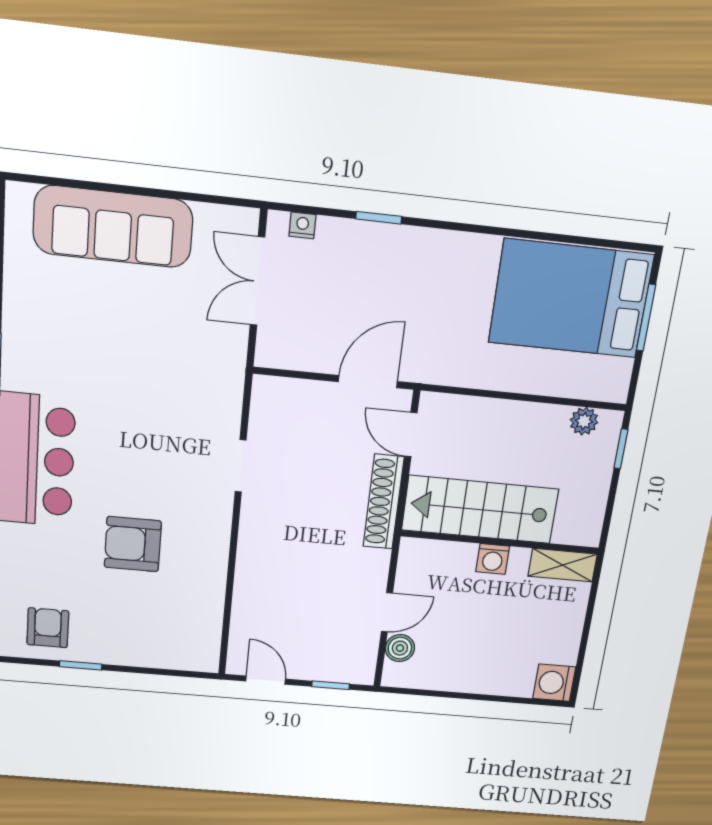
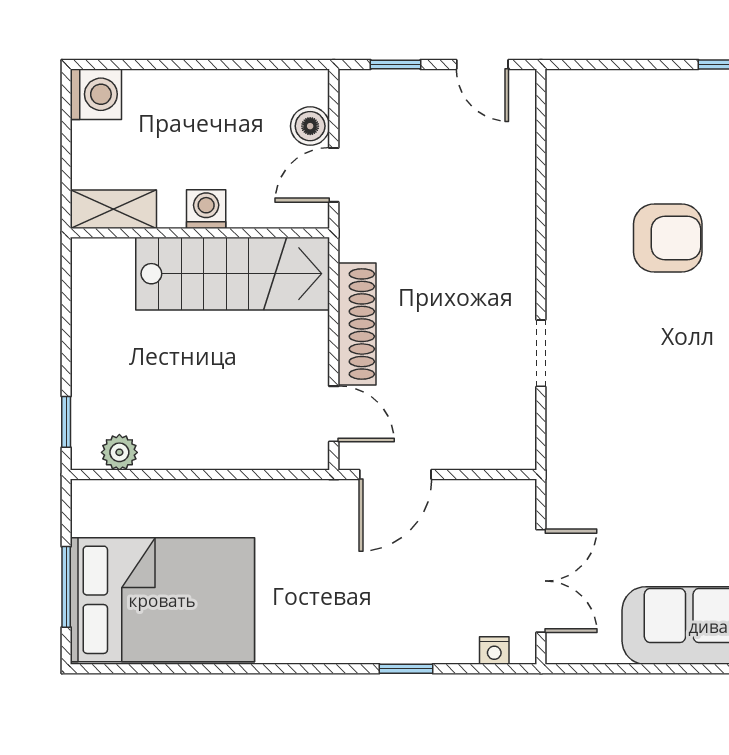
stairs: (480, 510) -> (233, 274), moved
wall: (500, 542) -> (200, 233), moved
washing machine: (493, 559) -> (206, 209), moved
shelving: (563, 565) -> (113, 209), moved

